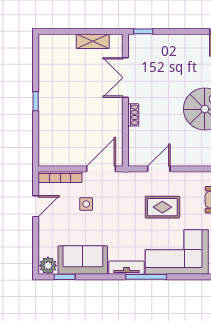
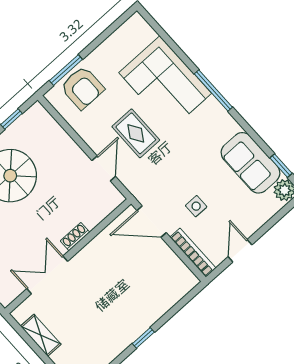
double door: (125, 78) -> (47, 275), swing flipped
door: (159, 169) -> (104, 168), swing flipped
door: (36, 206) -> (240, 251), hinge flipped
tv unit: (126, 268) -> (221, 116), removed

